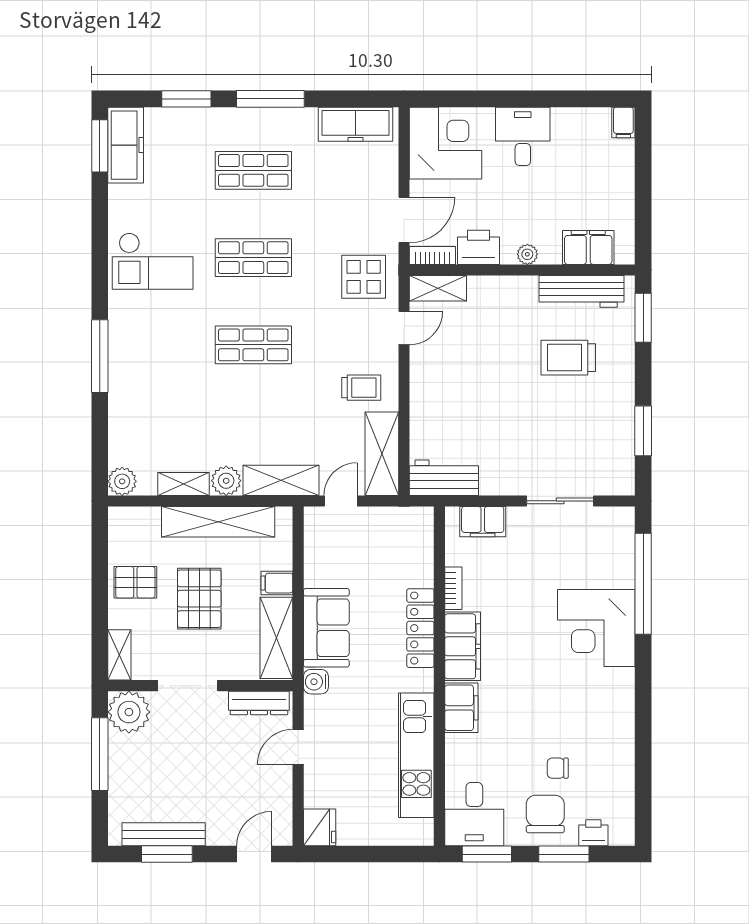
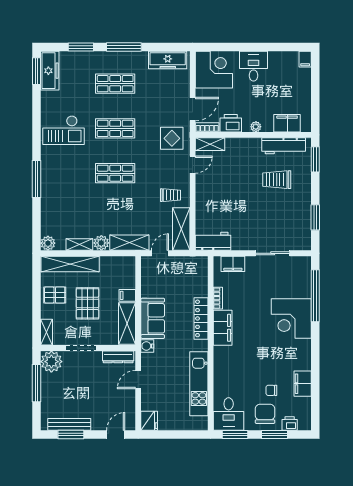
shelving: (218, 522) -> (70, 264), moved
filing cabinet: (461, 708) -> (303, 384), moved, turned 180

